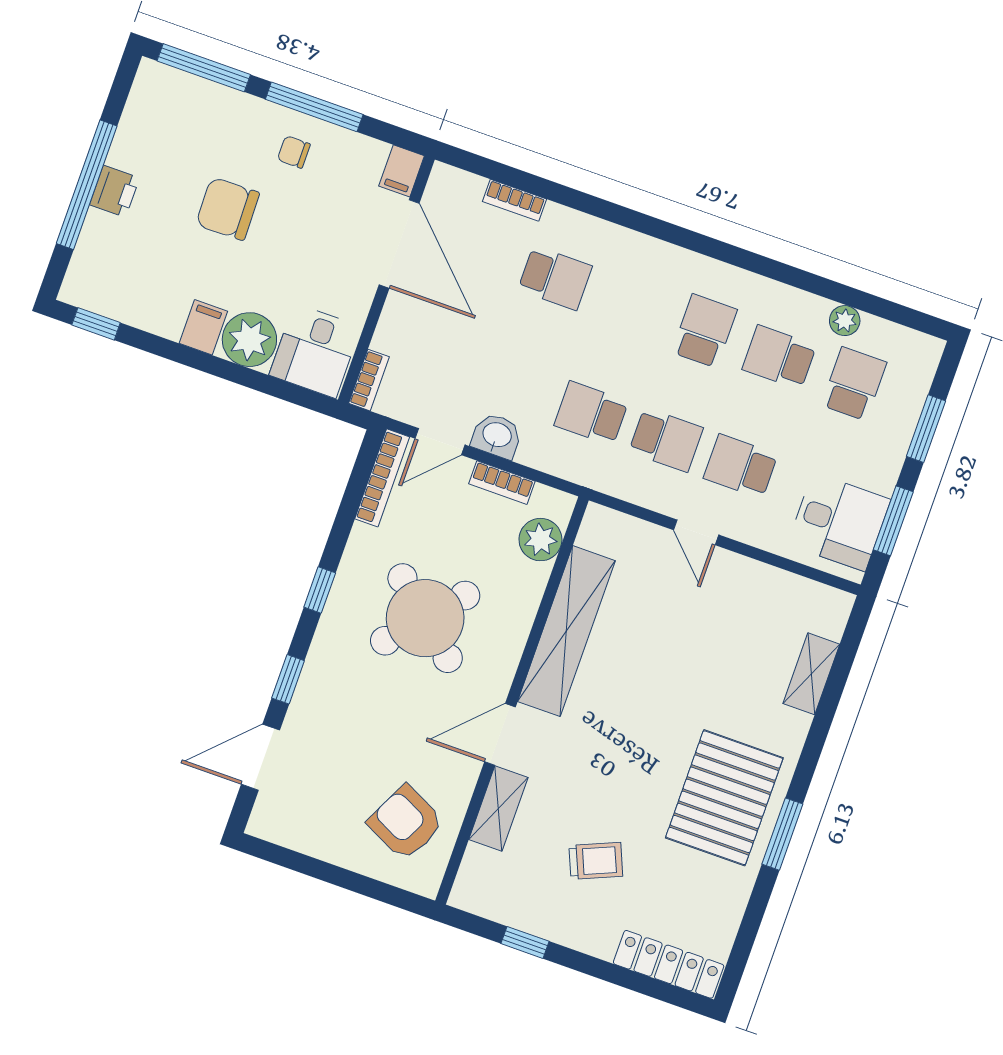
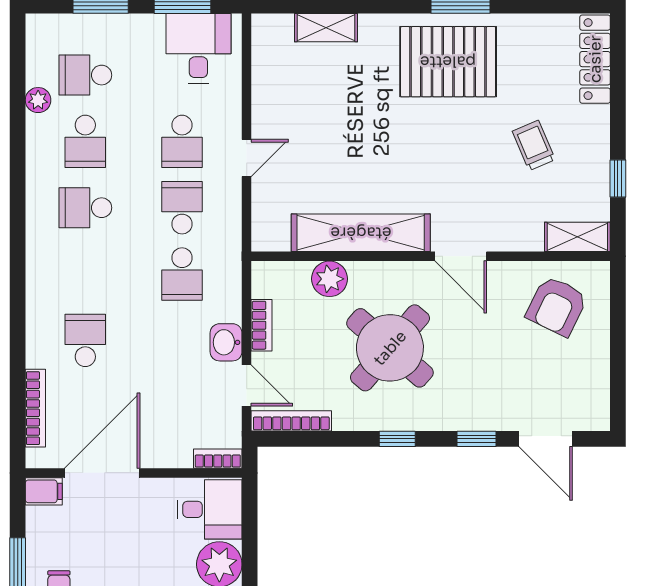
bookcase: (514, 200) -> (35, 408), width x1.56
plant: (540, 540) -> (329, 279), moved
shelving: (498, 809) -> (577, 237), moved

